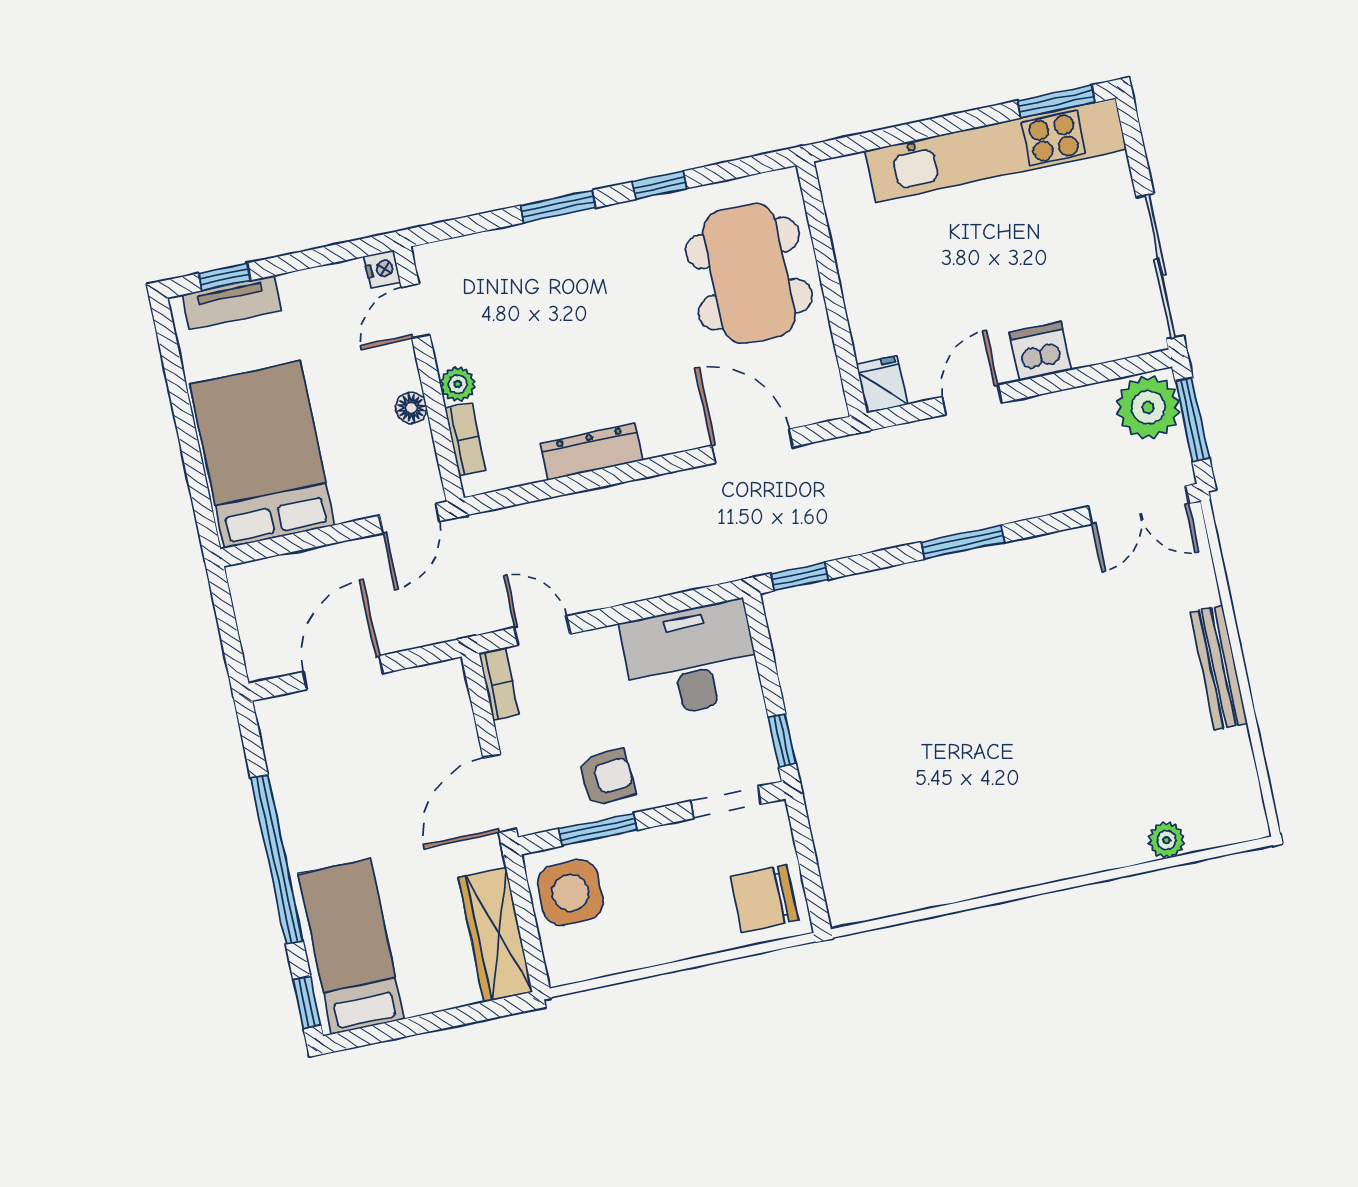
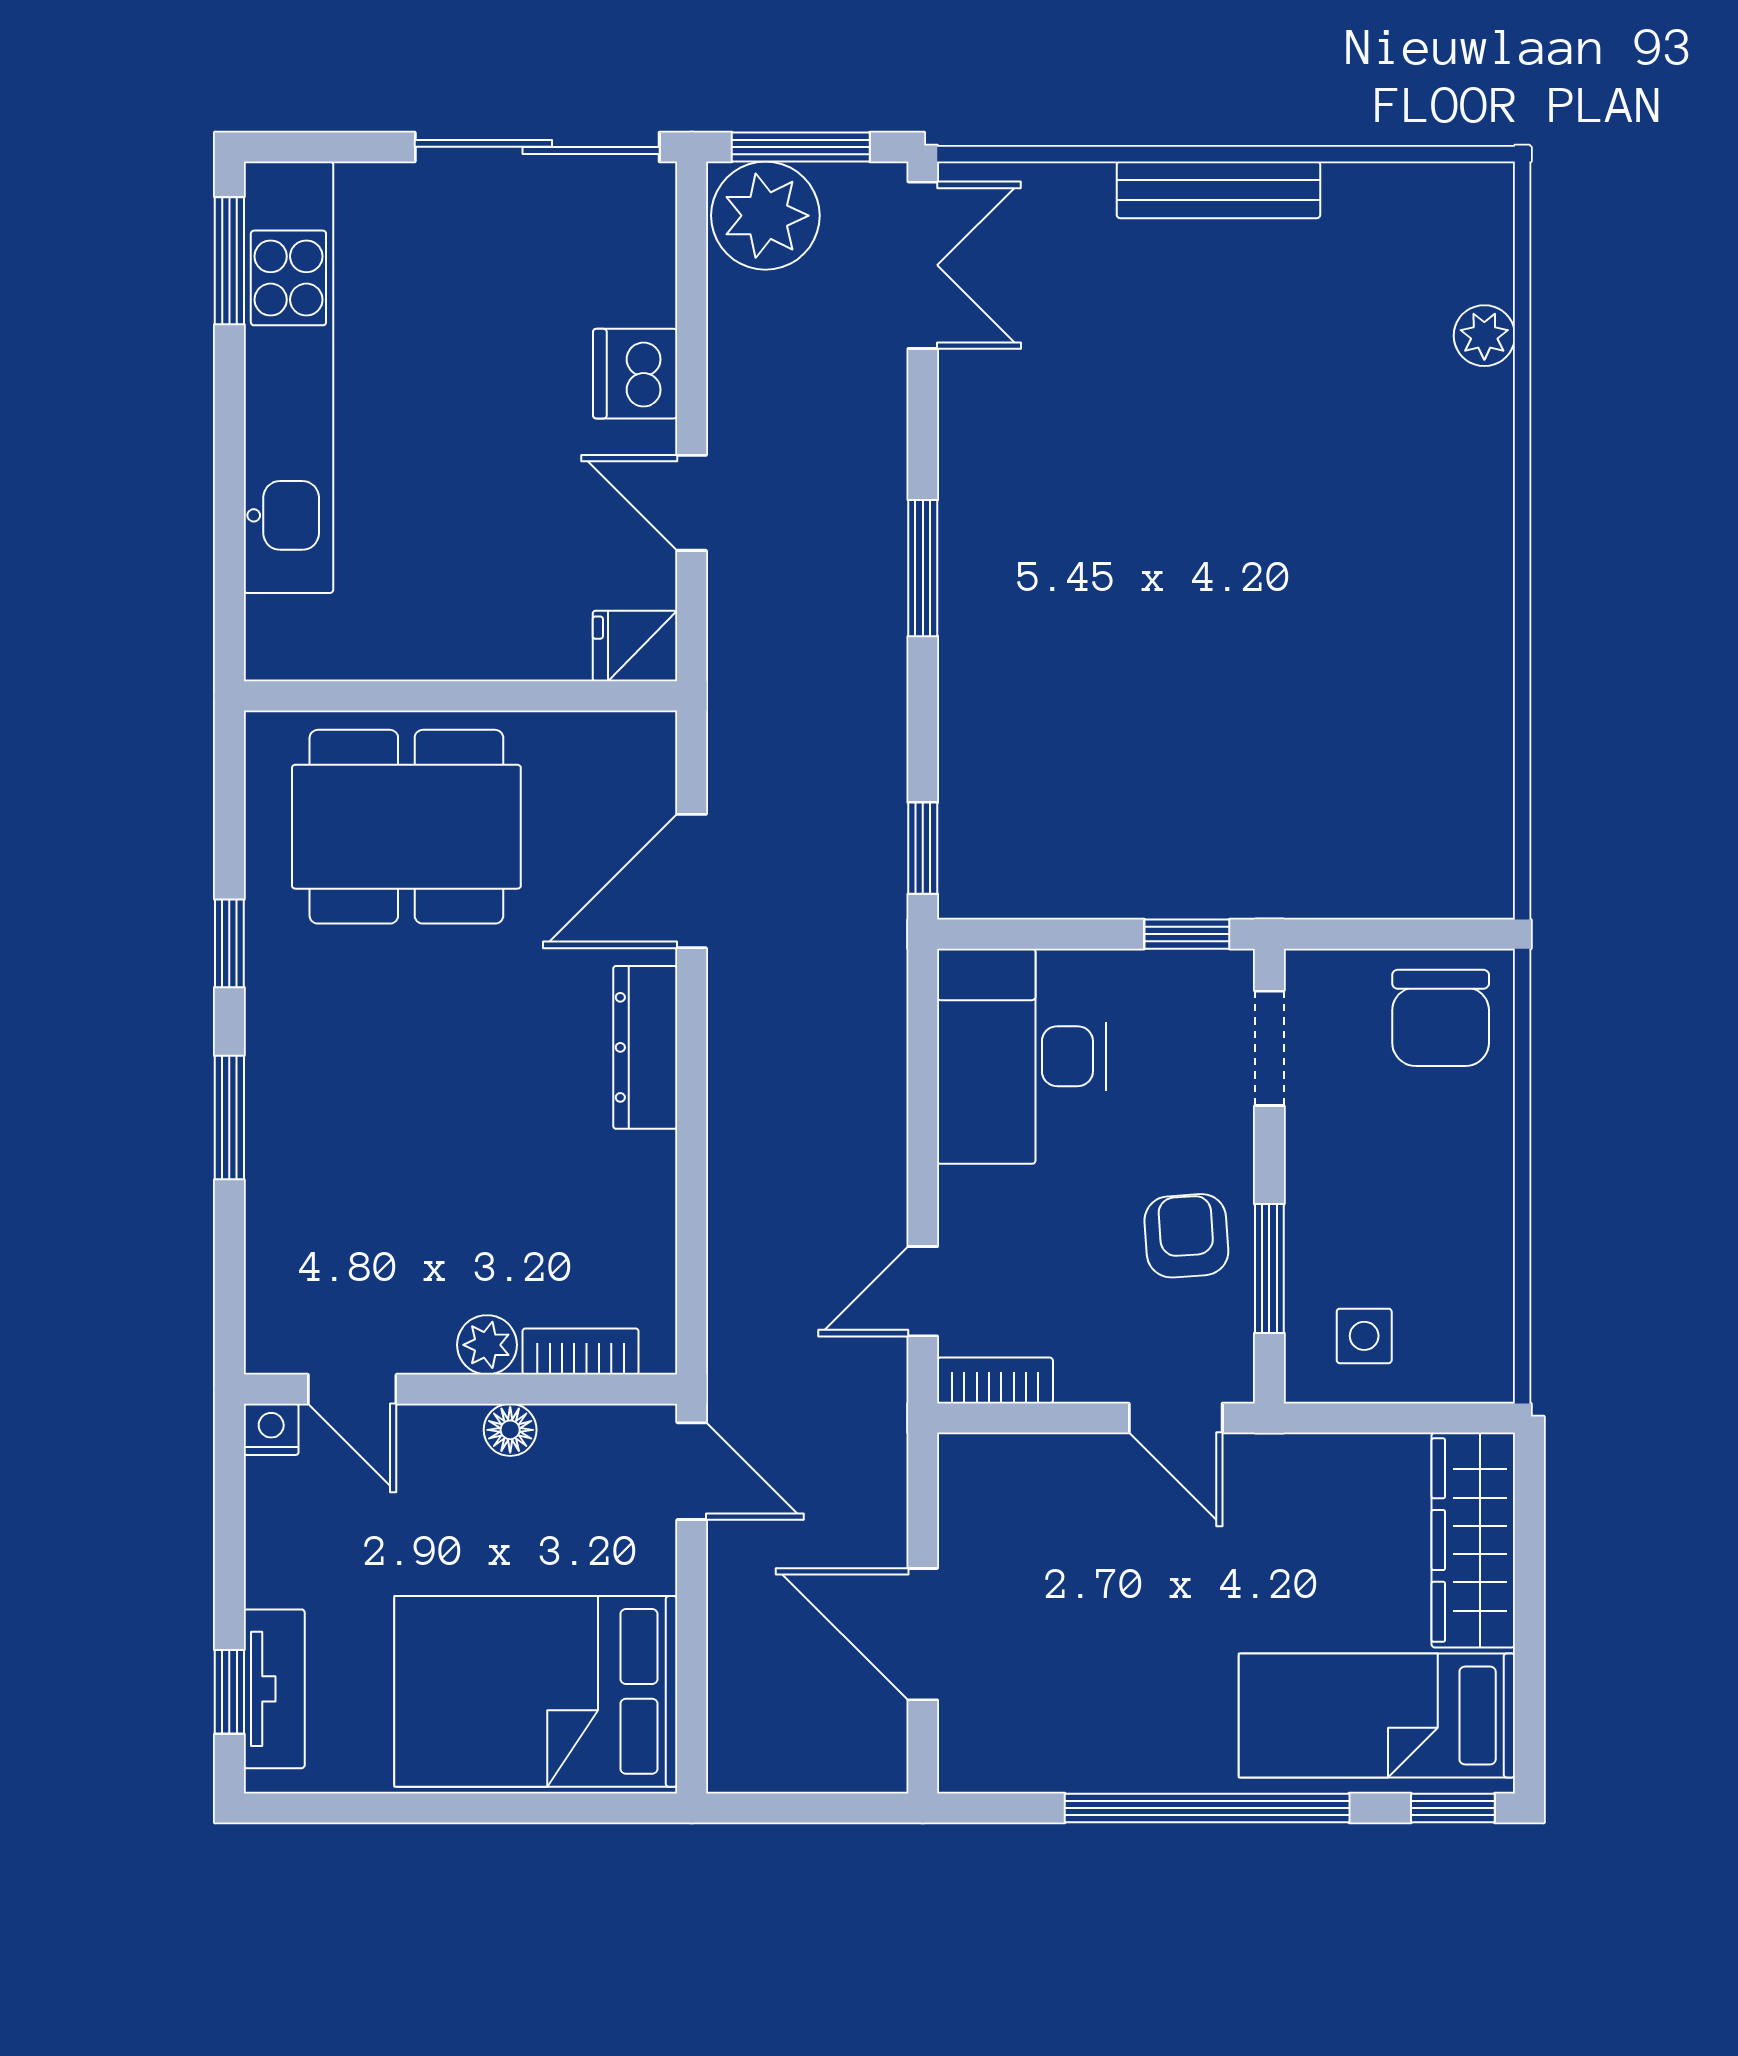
dresser: (592, 452) -> (645, 1047), moved
door: (500, 793) -> (1176, 1418), width x0.73
side table: (570, 893) -> (1364, 1336), width x0.54, depth x0.54
wardrobe: (495, 935) -> (1473, 1540), moved, turned 90

